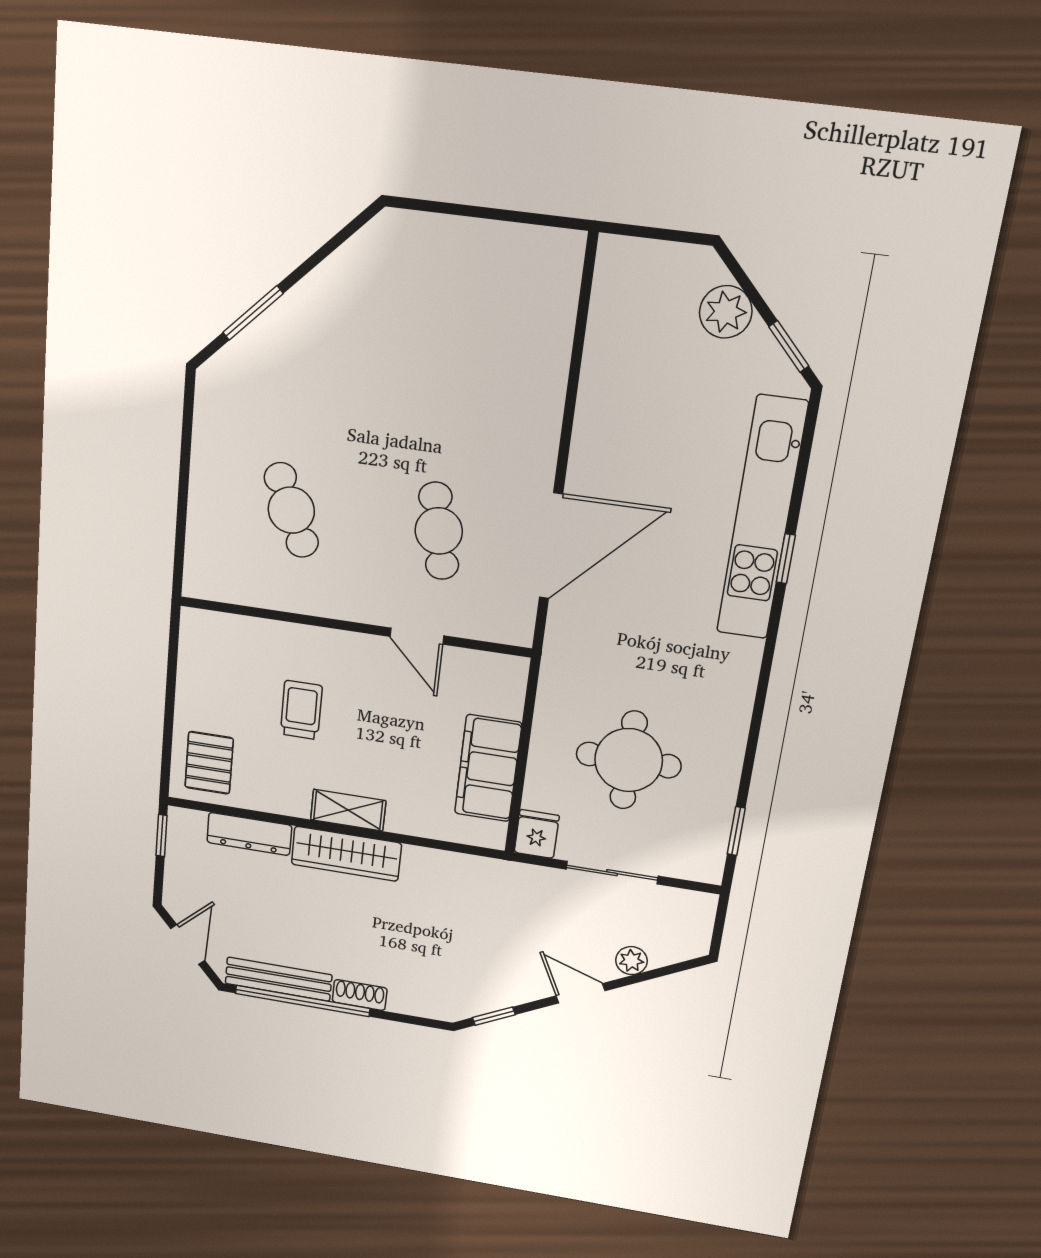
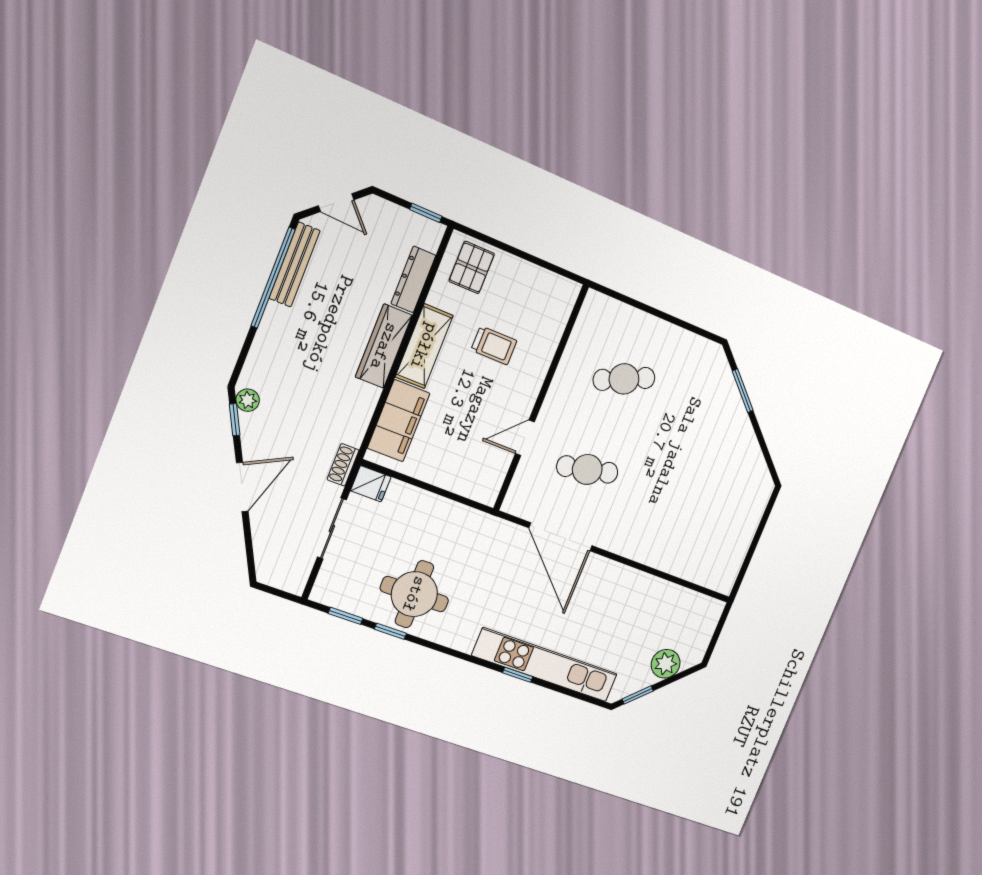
round table: (629, 760) -> (414, 594), moved
pallet: (209, 763) -> (472, 267), turned 90
window: (748, 765) -> (390, 631), added
filing cabinet: (488, 768) -> (399, 421), moved, turned 90
shelving: (348, 810) -> (424, 346), width x1.50, depth x1.33
plant: (631, 961) -> (248, 400), moved
door: (581, 993) -> (242, 487), width x1.37
shoe rack: (360, 995) -> (343, 465), moved, turned 180

